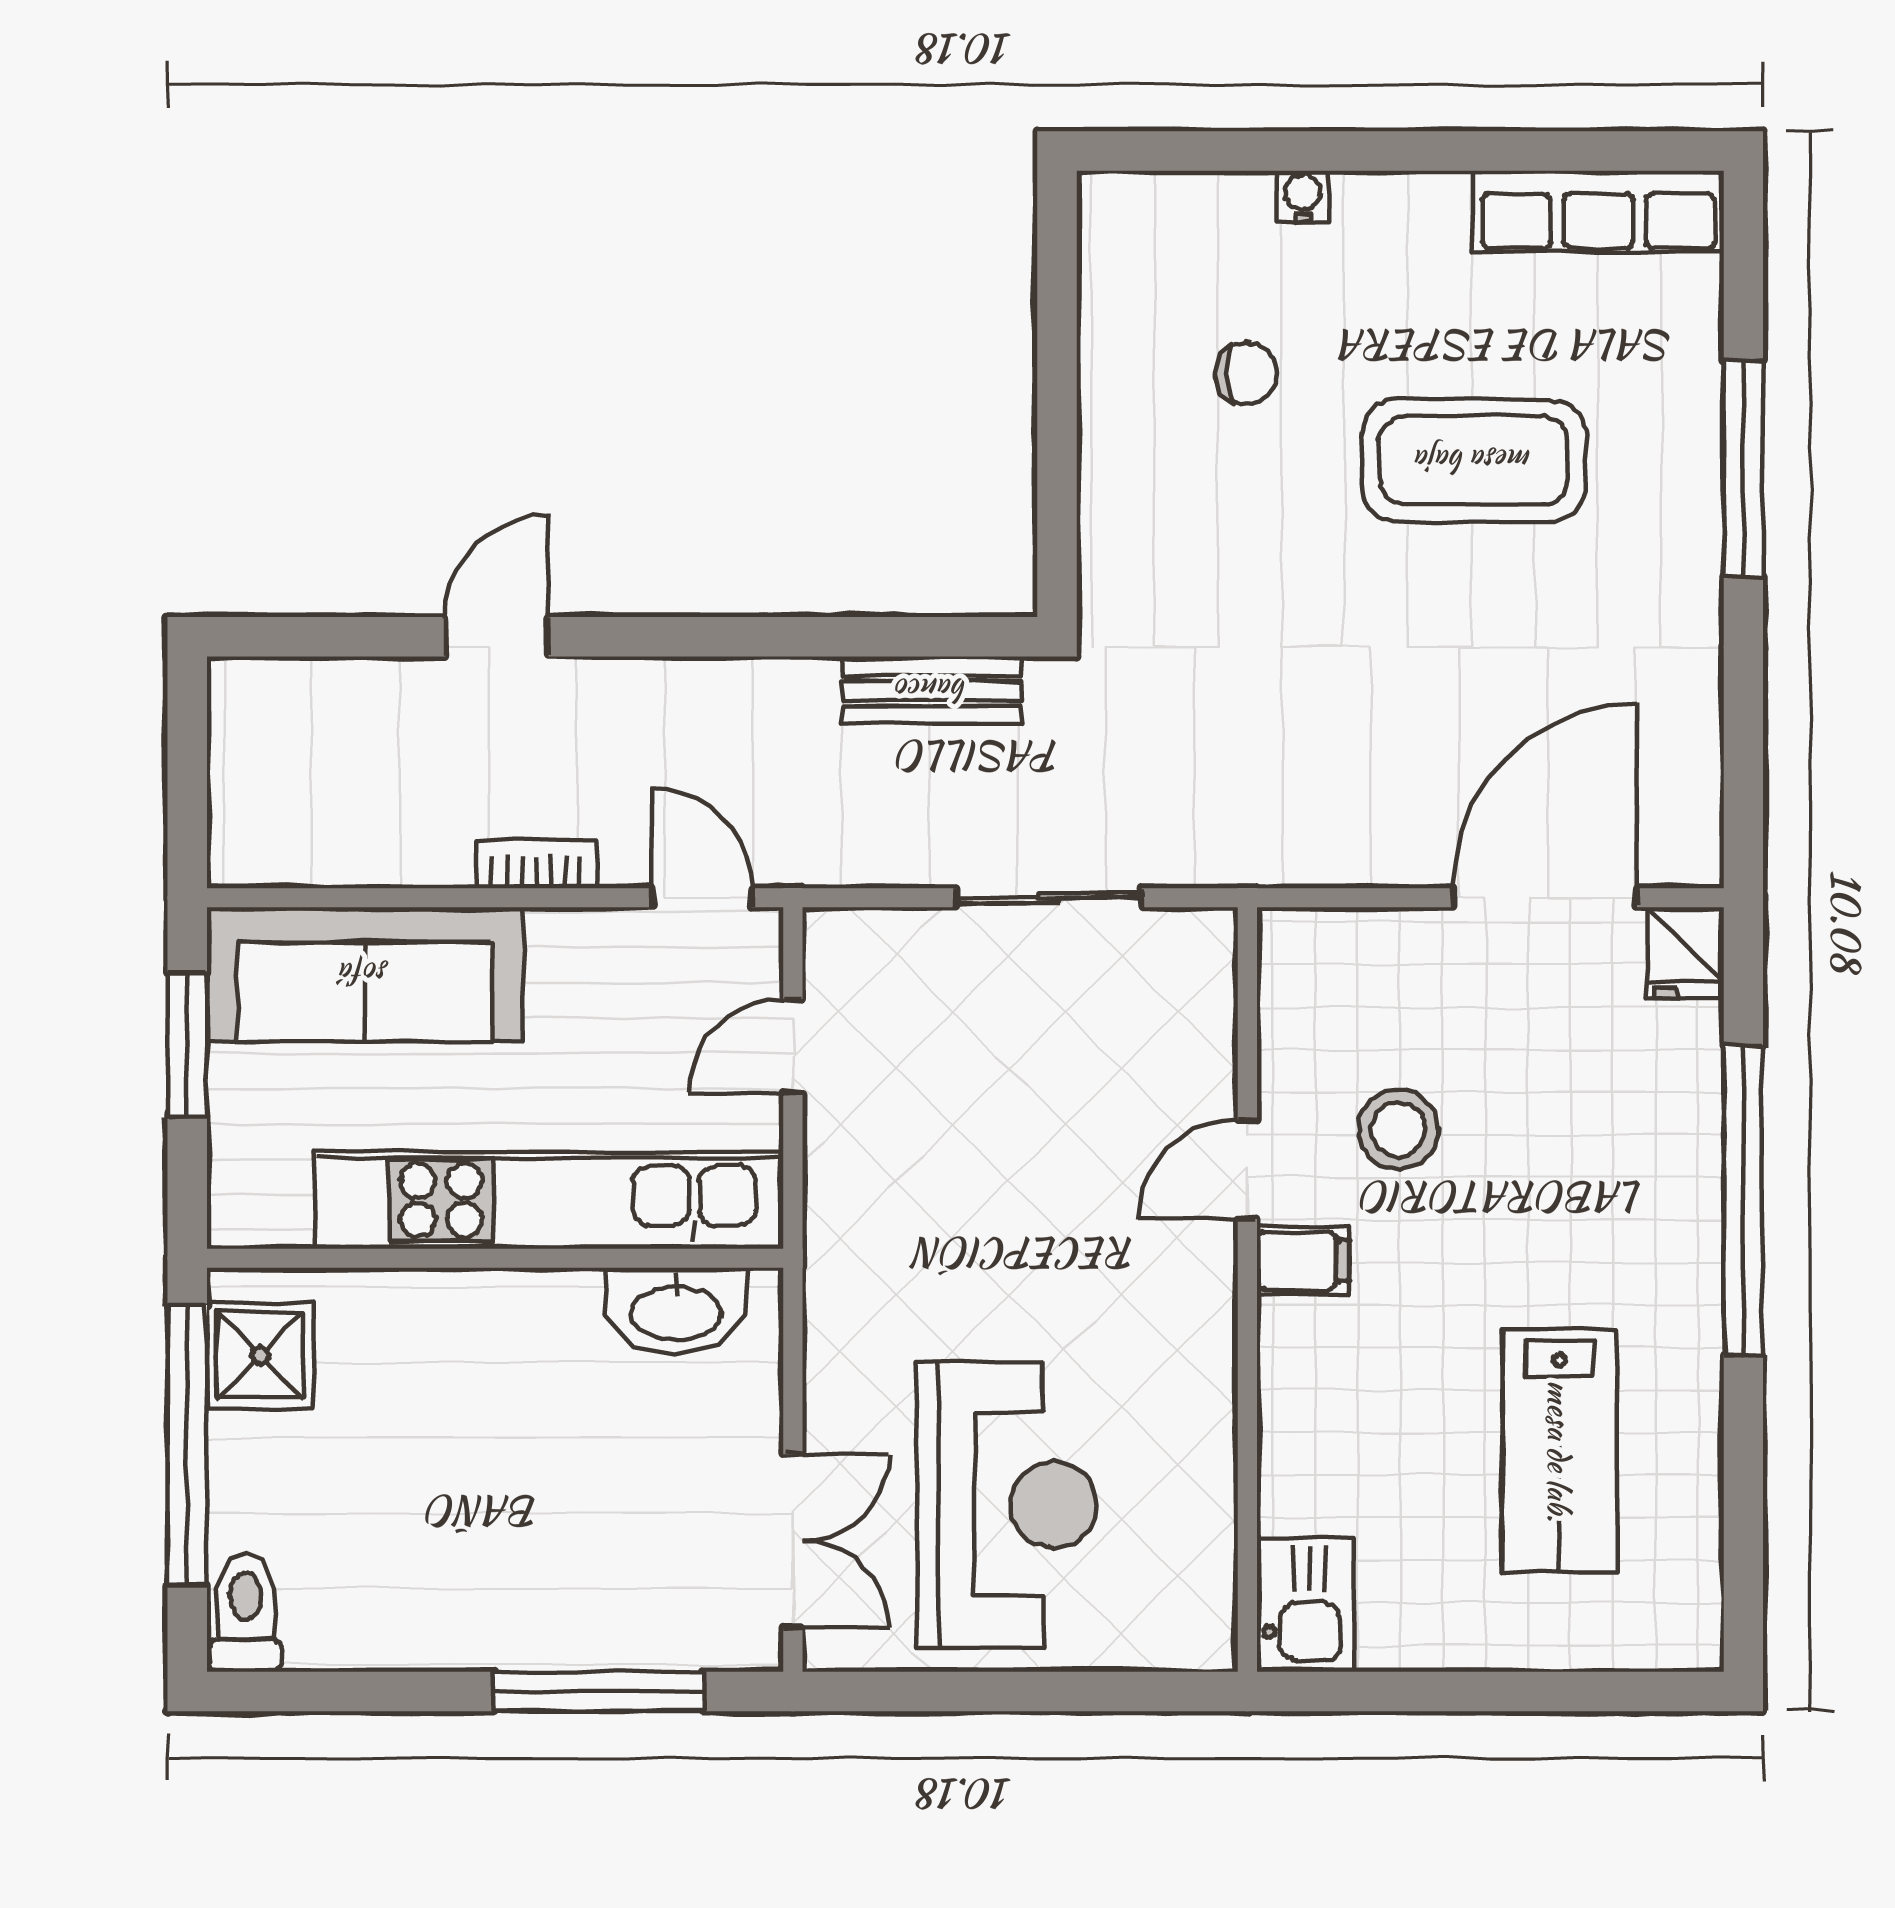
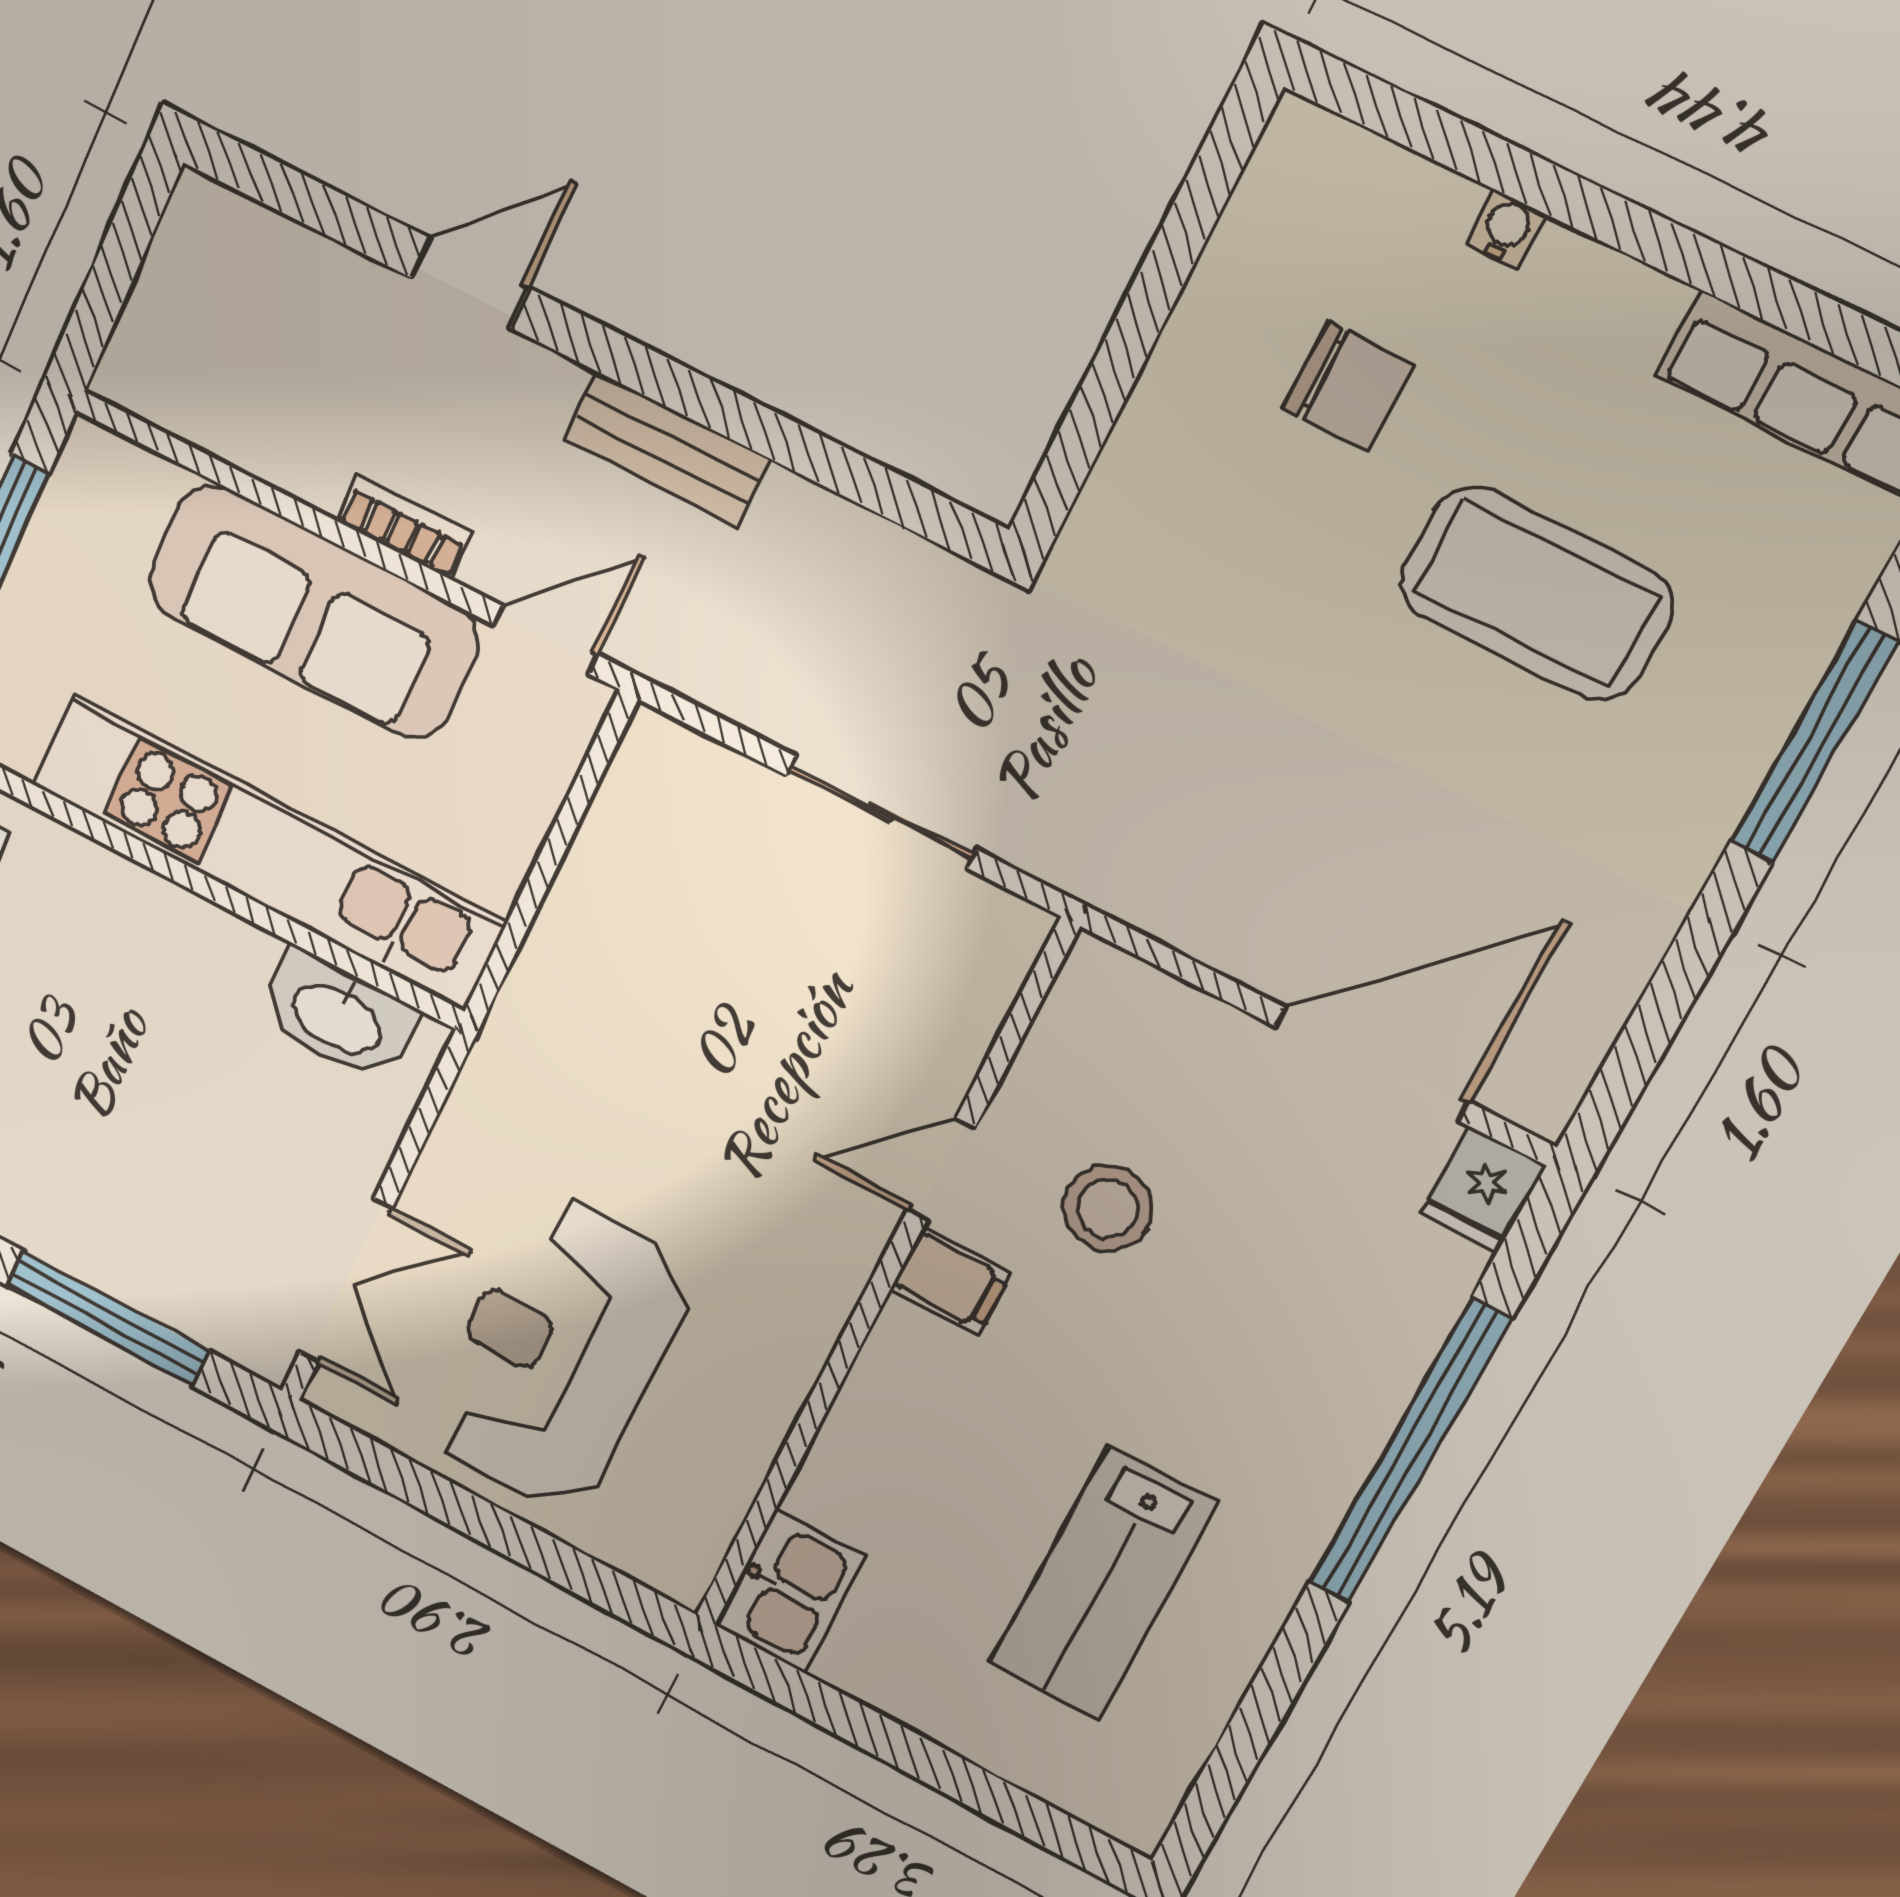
chair: (1246, 374) -> (1349, 387), width x1.37, depth x1.37
bench: (932, 690) -> (668, 449), moved
door: (701, 898) -> (546, 640), hinge flipped
sofa: (365, 974) -> (313, 611), moved
door: (793, 1046) -> (565, 827), removed
reception desk: (1007, 1505) -> (558, 1354), turned 180

